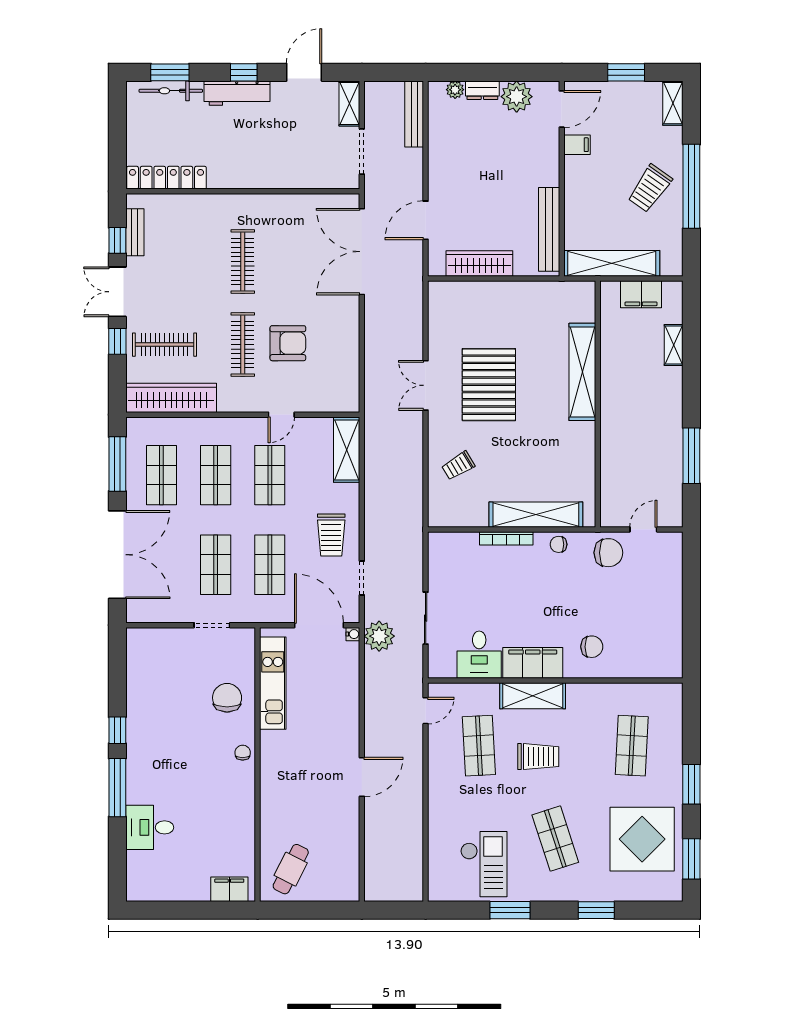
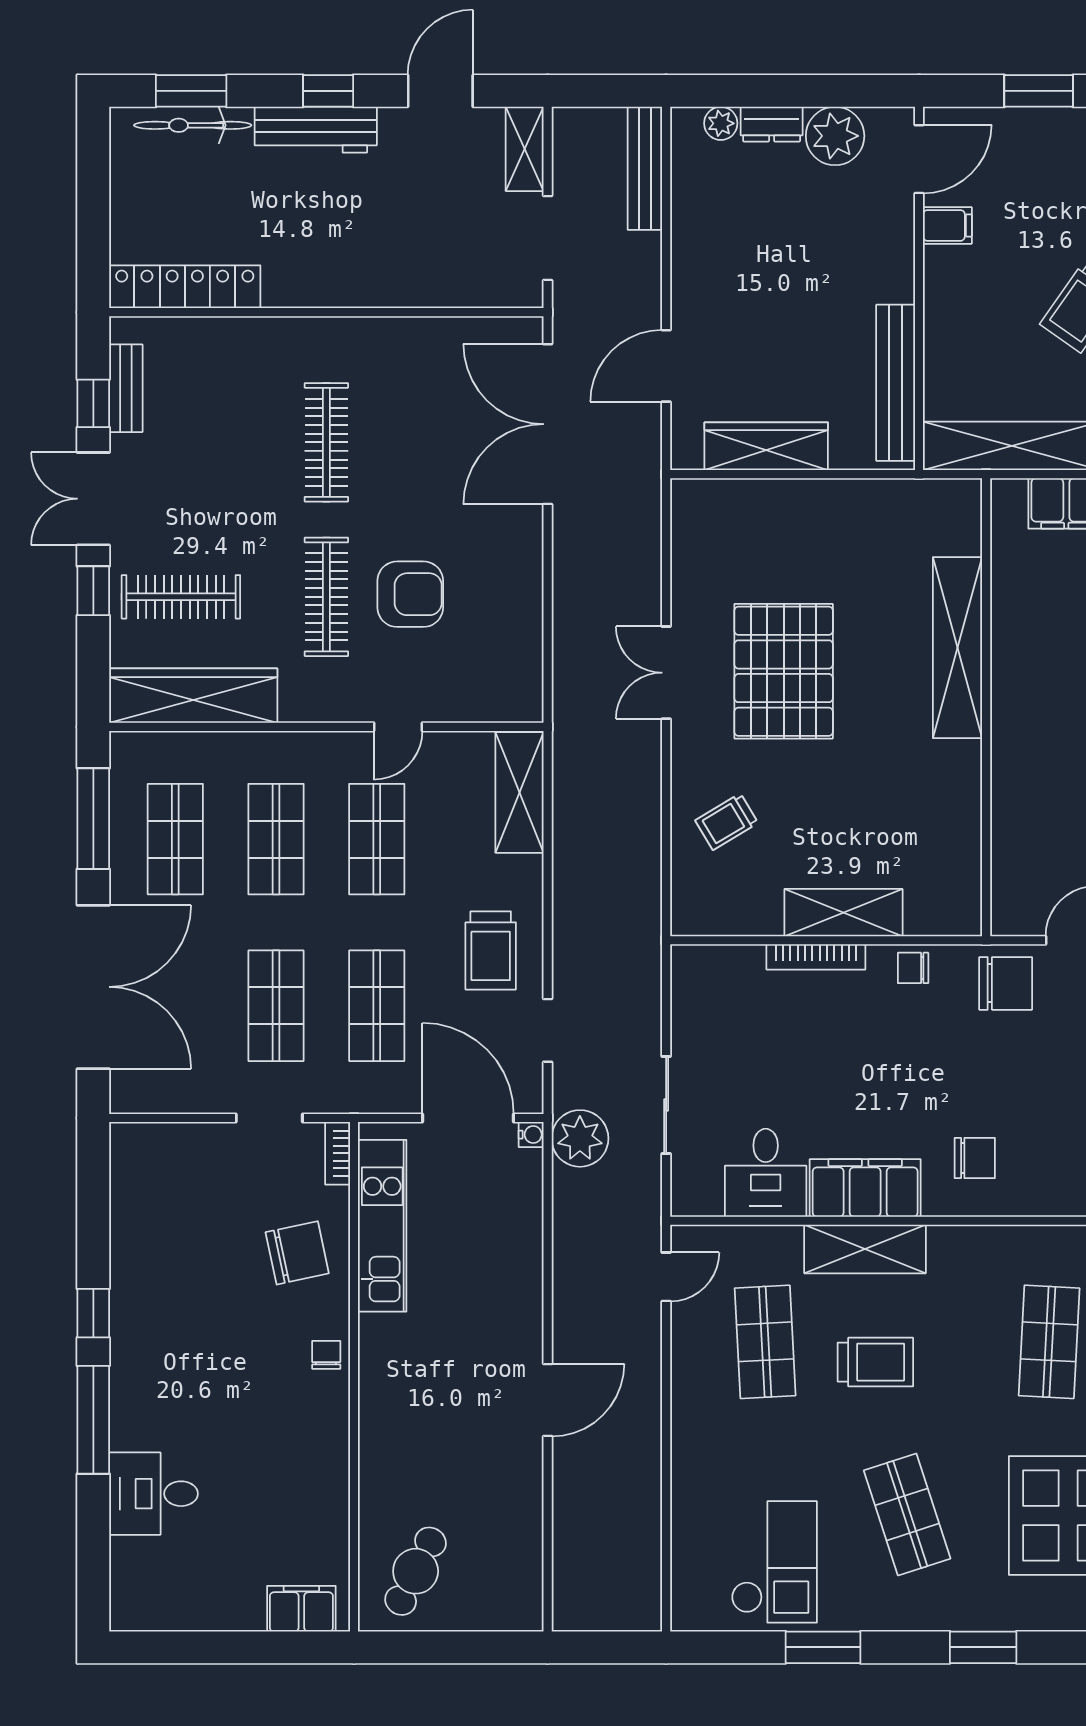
shelving: (536, 515) -> (843, 913), width x0.68
bookcase: (249, 644) -> (338, 1153), added
chair: (227, 698) -> (297, 1253), turned 78

